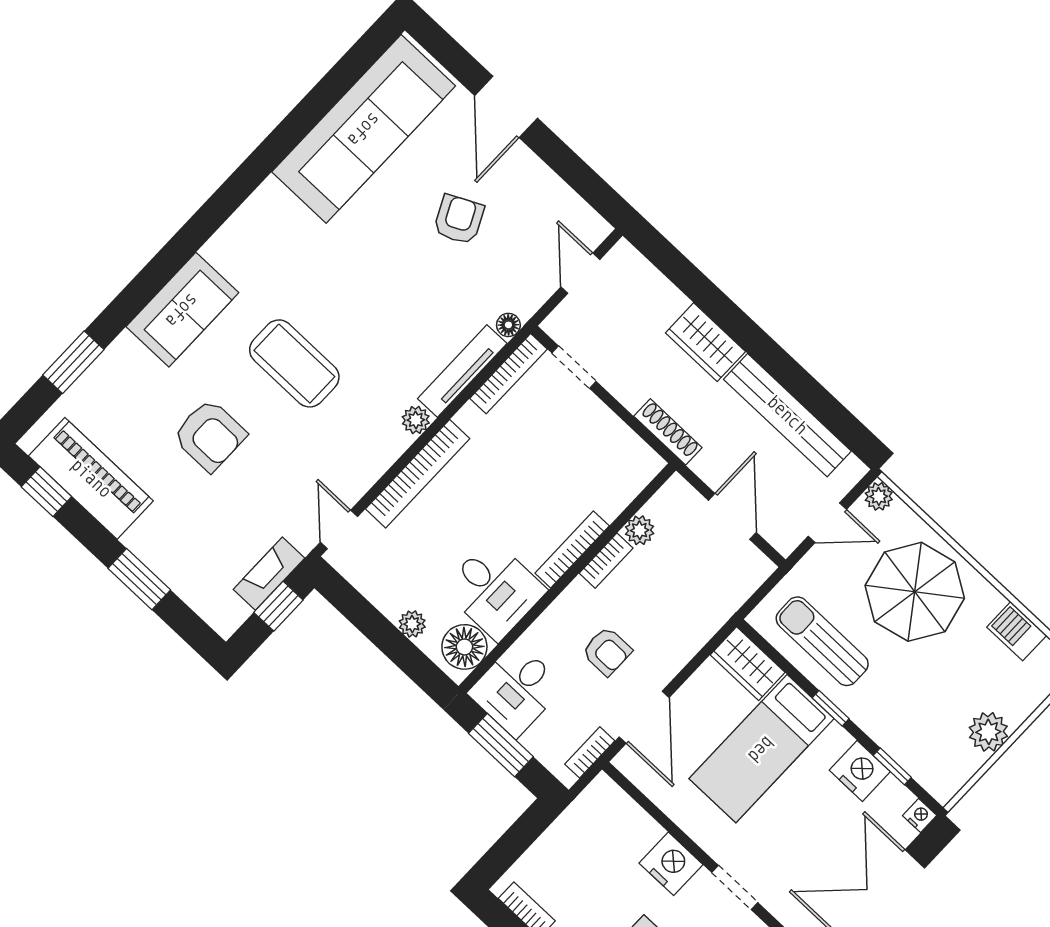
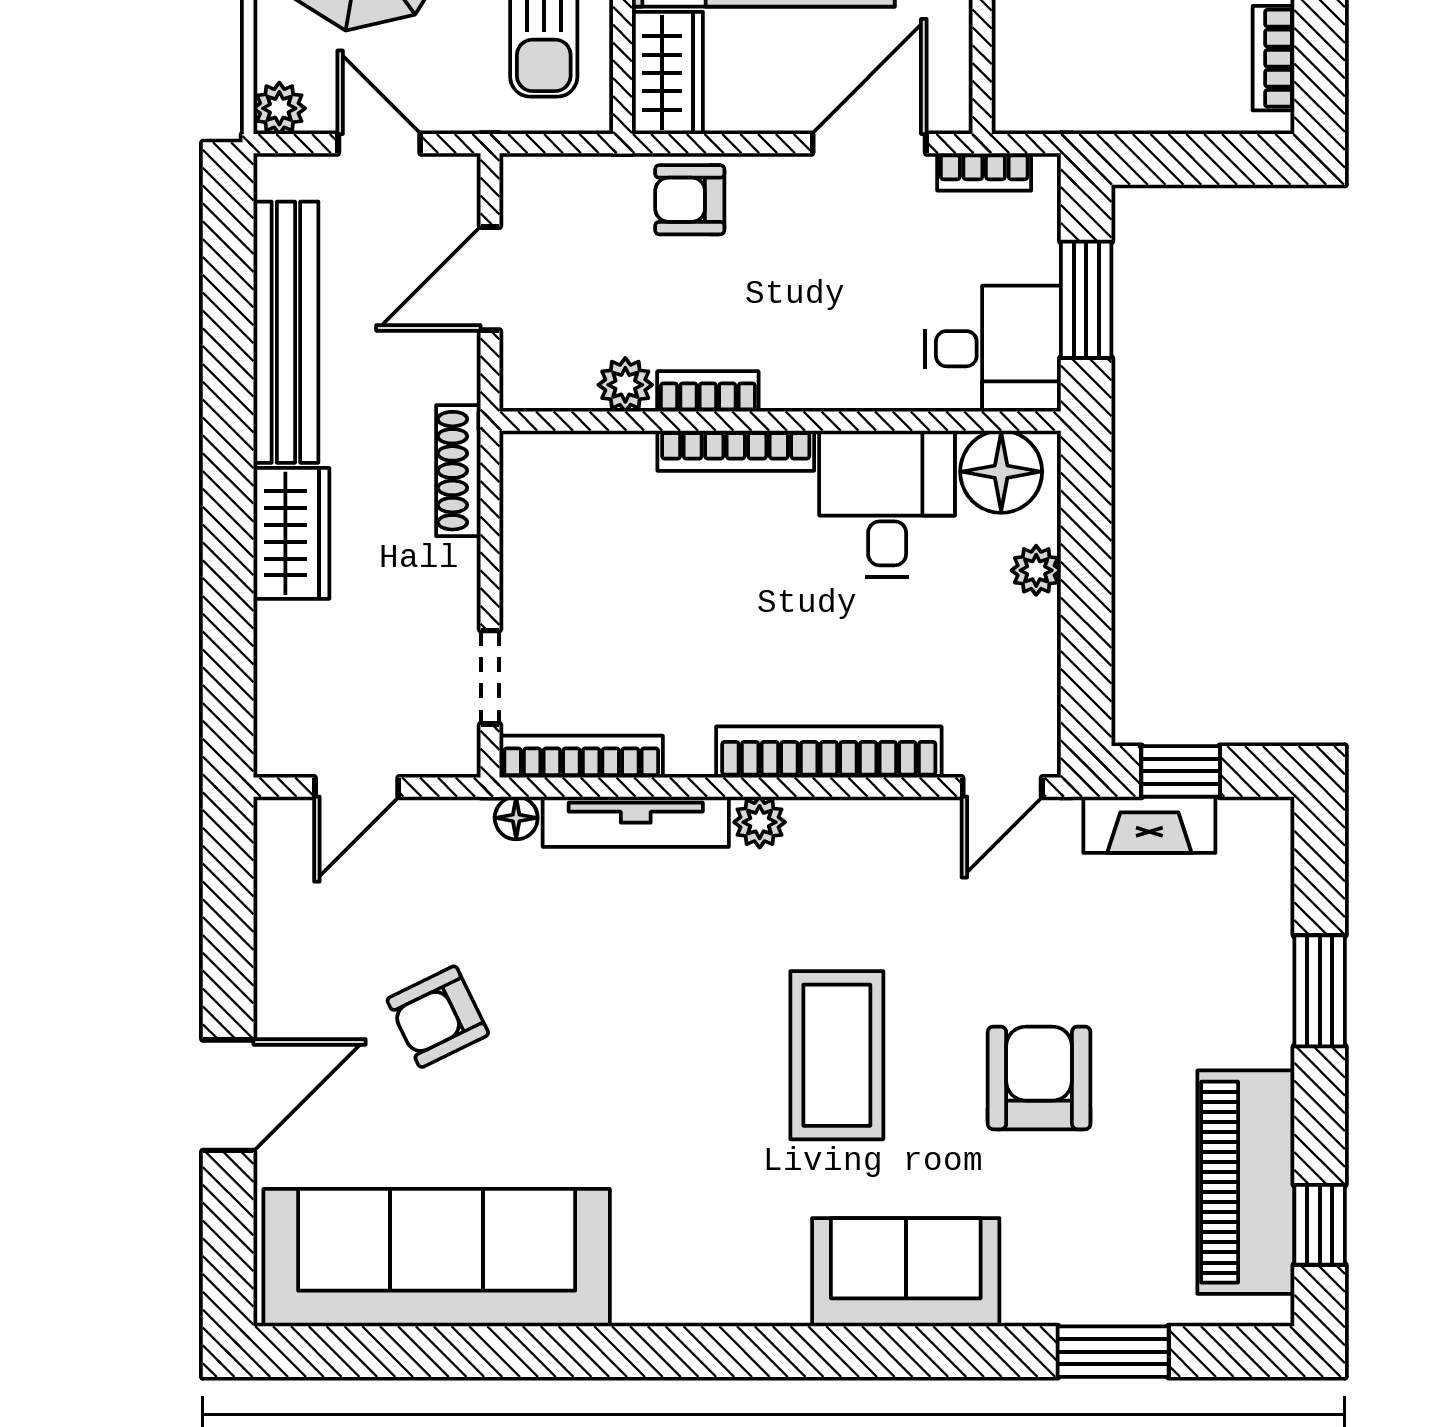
armchair: (607, 651) -> (690, 200), moved, turned -90

